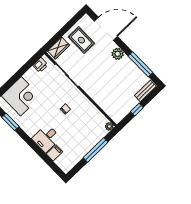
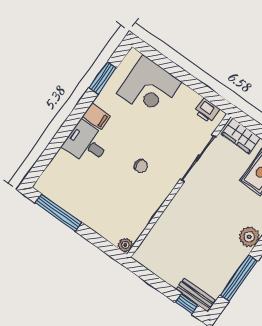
window: (137, 110) -> (187, 304), moved
window: (96, 150) -> (58, 213), moved
filing cabinet: (54, 153) -> (96, 116), moved

